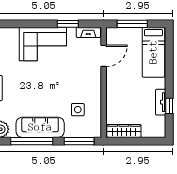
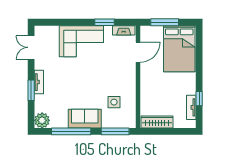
bed: (153, 52) -> (179, 49), width x1.50
tv unit: (161, 102) -> (191, 107), moved
sofa: (40, 127) -> (85, 119), width x0.73

